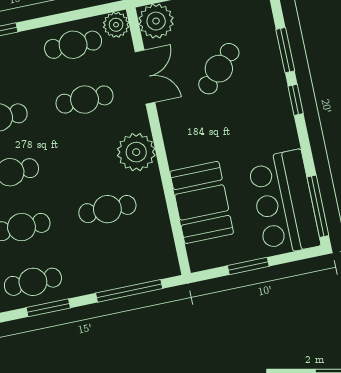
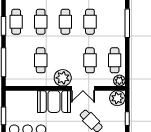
double door: (145, 77) -> (83, 88), moved
booth: (202, 202) -> (54, 102), moved

